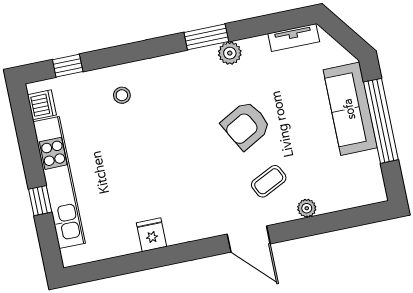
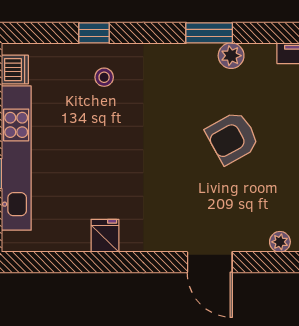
window: (68, 66) -> (94, 33), moved
coffee table: (269, 181) -> (245, 204), removed

